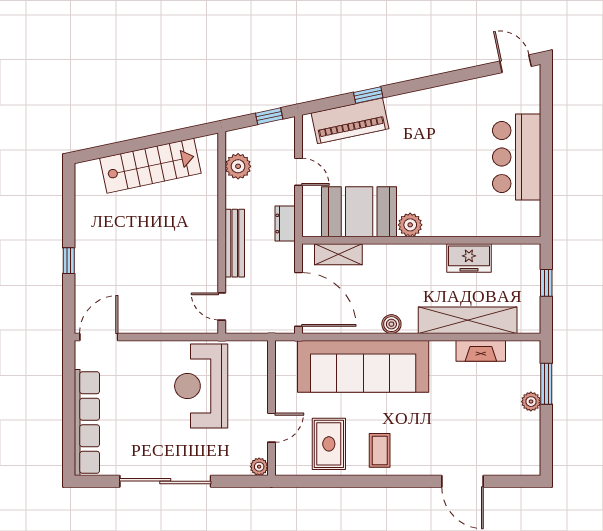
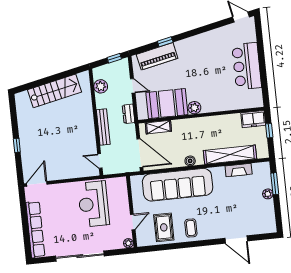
freezer: (469, 258) -> (253, 119), moved

